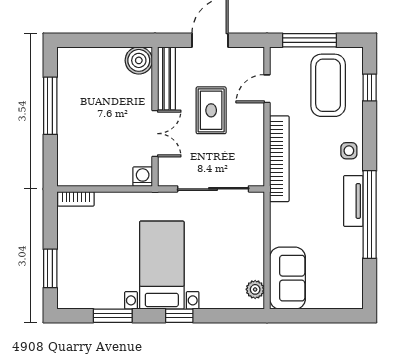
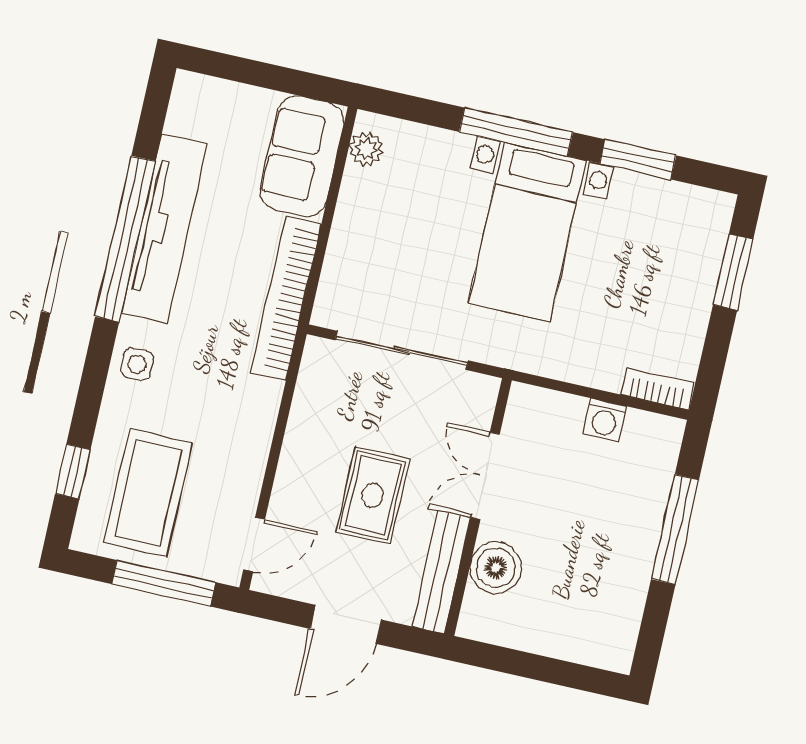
boiler: (139, 60) -> (496, 568), moved
door: (267, 89) -> (254, 545), moved
window: (50, 106) -> (675, 529), moved
bookcase: (279, 159) -> (286, 298), moved
washing machine: (143, 177) -> (605, 420), moved
tv unit: (353, 201) -> (164, 229), width x1.92, depth x1.29
window: (179, 316) -> (516, 132), width x2.17

